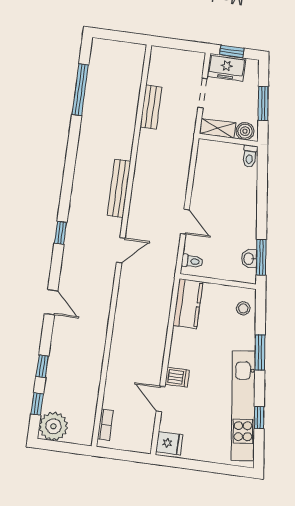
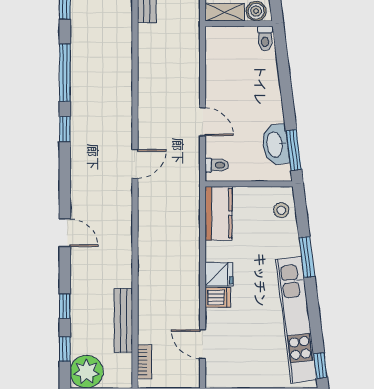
window: (70, 162) -> (65, 73), added
bench: (119, 188) -> (123, 320), moved
window: (61, 233) -> (65, 129), moved
washbasin: (249, 259) -> (275, 145), width x1.91, depth x1.45
door: (161, 399) -> (203, 344), moved
window: (259, 418) -> (320, 366), moved
fridge: (169, 443) -> (219, 274), moved

